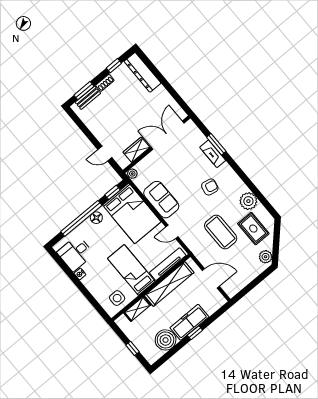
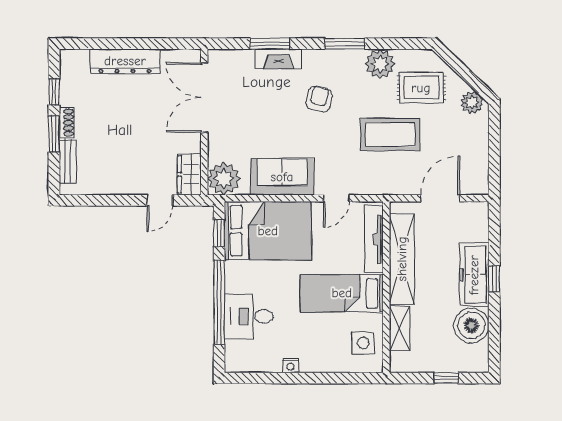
dresser: (143, 72) -> (125, 61), moved
window: (84, 91) -> (54, 134), moved
wardrobe: (136, 150) -> (189, 174), moved
plant: (132, 174) -> (224, 179), width x1.88, depth x1.88
window: (244, 178) -> (345, 44), added
floor lamp: (96, 218) -> (235, 282), removed
desk: (75, 253) -> (249, 316), moved, turned 90

